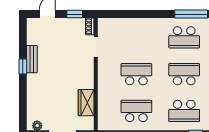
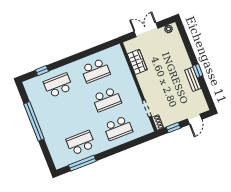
school desk: (184, 74) -> (118, 128), moved

